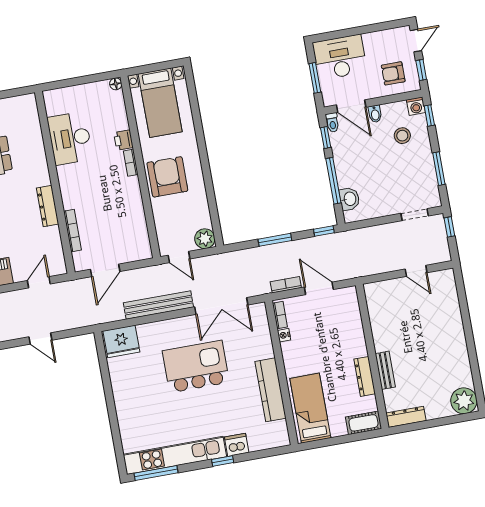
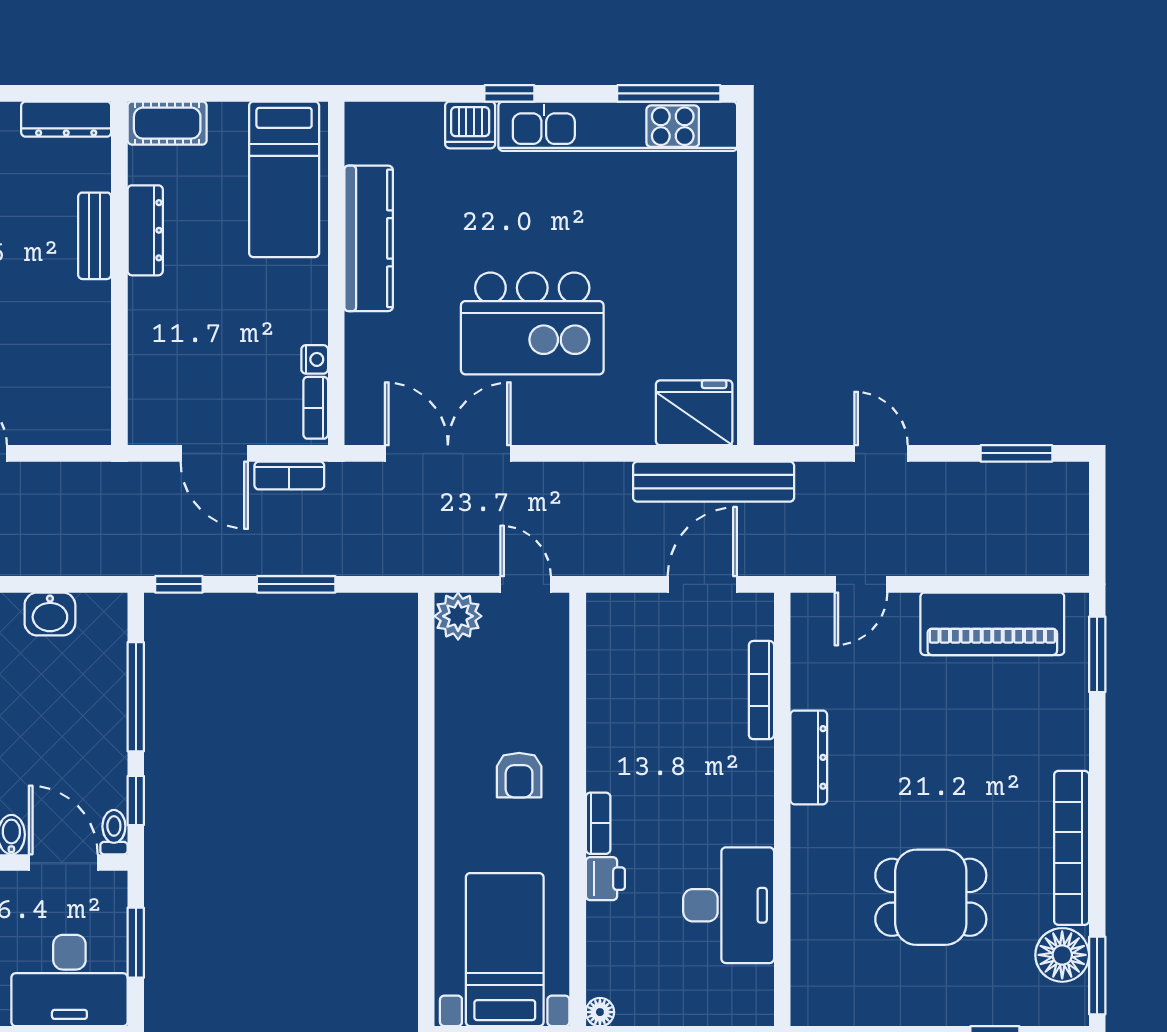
armchair: (167, 177) -> (519, 775), width x0.53, depth x0.53
washbasin: (349, 199) -> (50, 614), moved, turned -90
bench: (158, 305) -> (714, 482), moved

